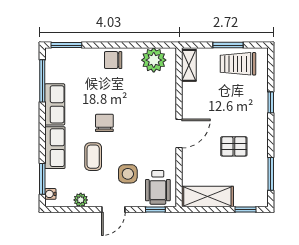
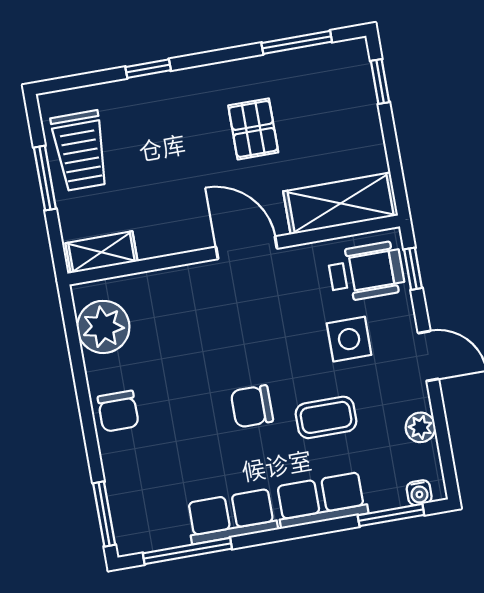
shelving: (207, 197) -> (341, 203), moved, turned 90

